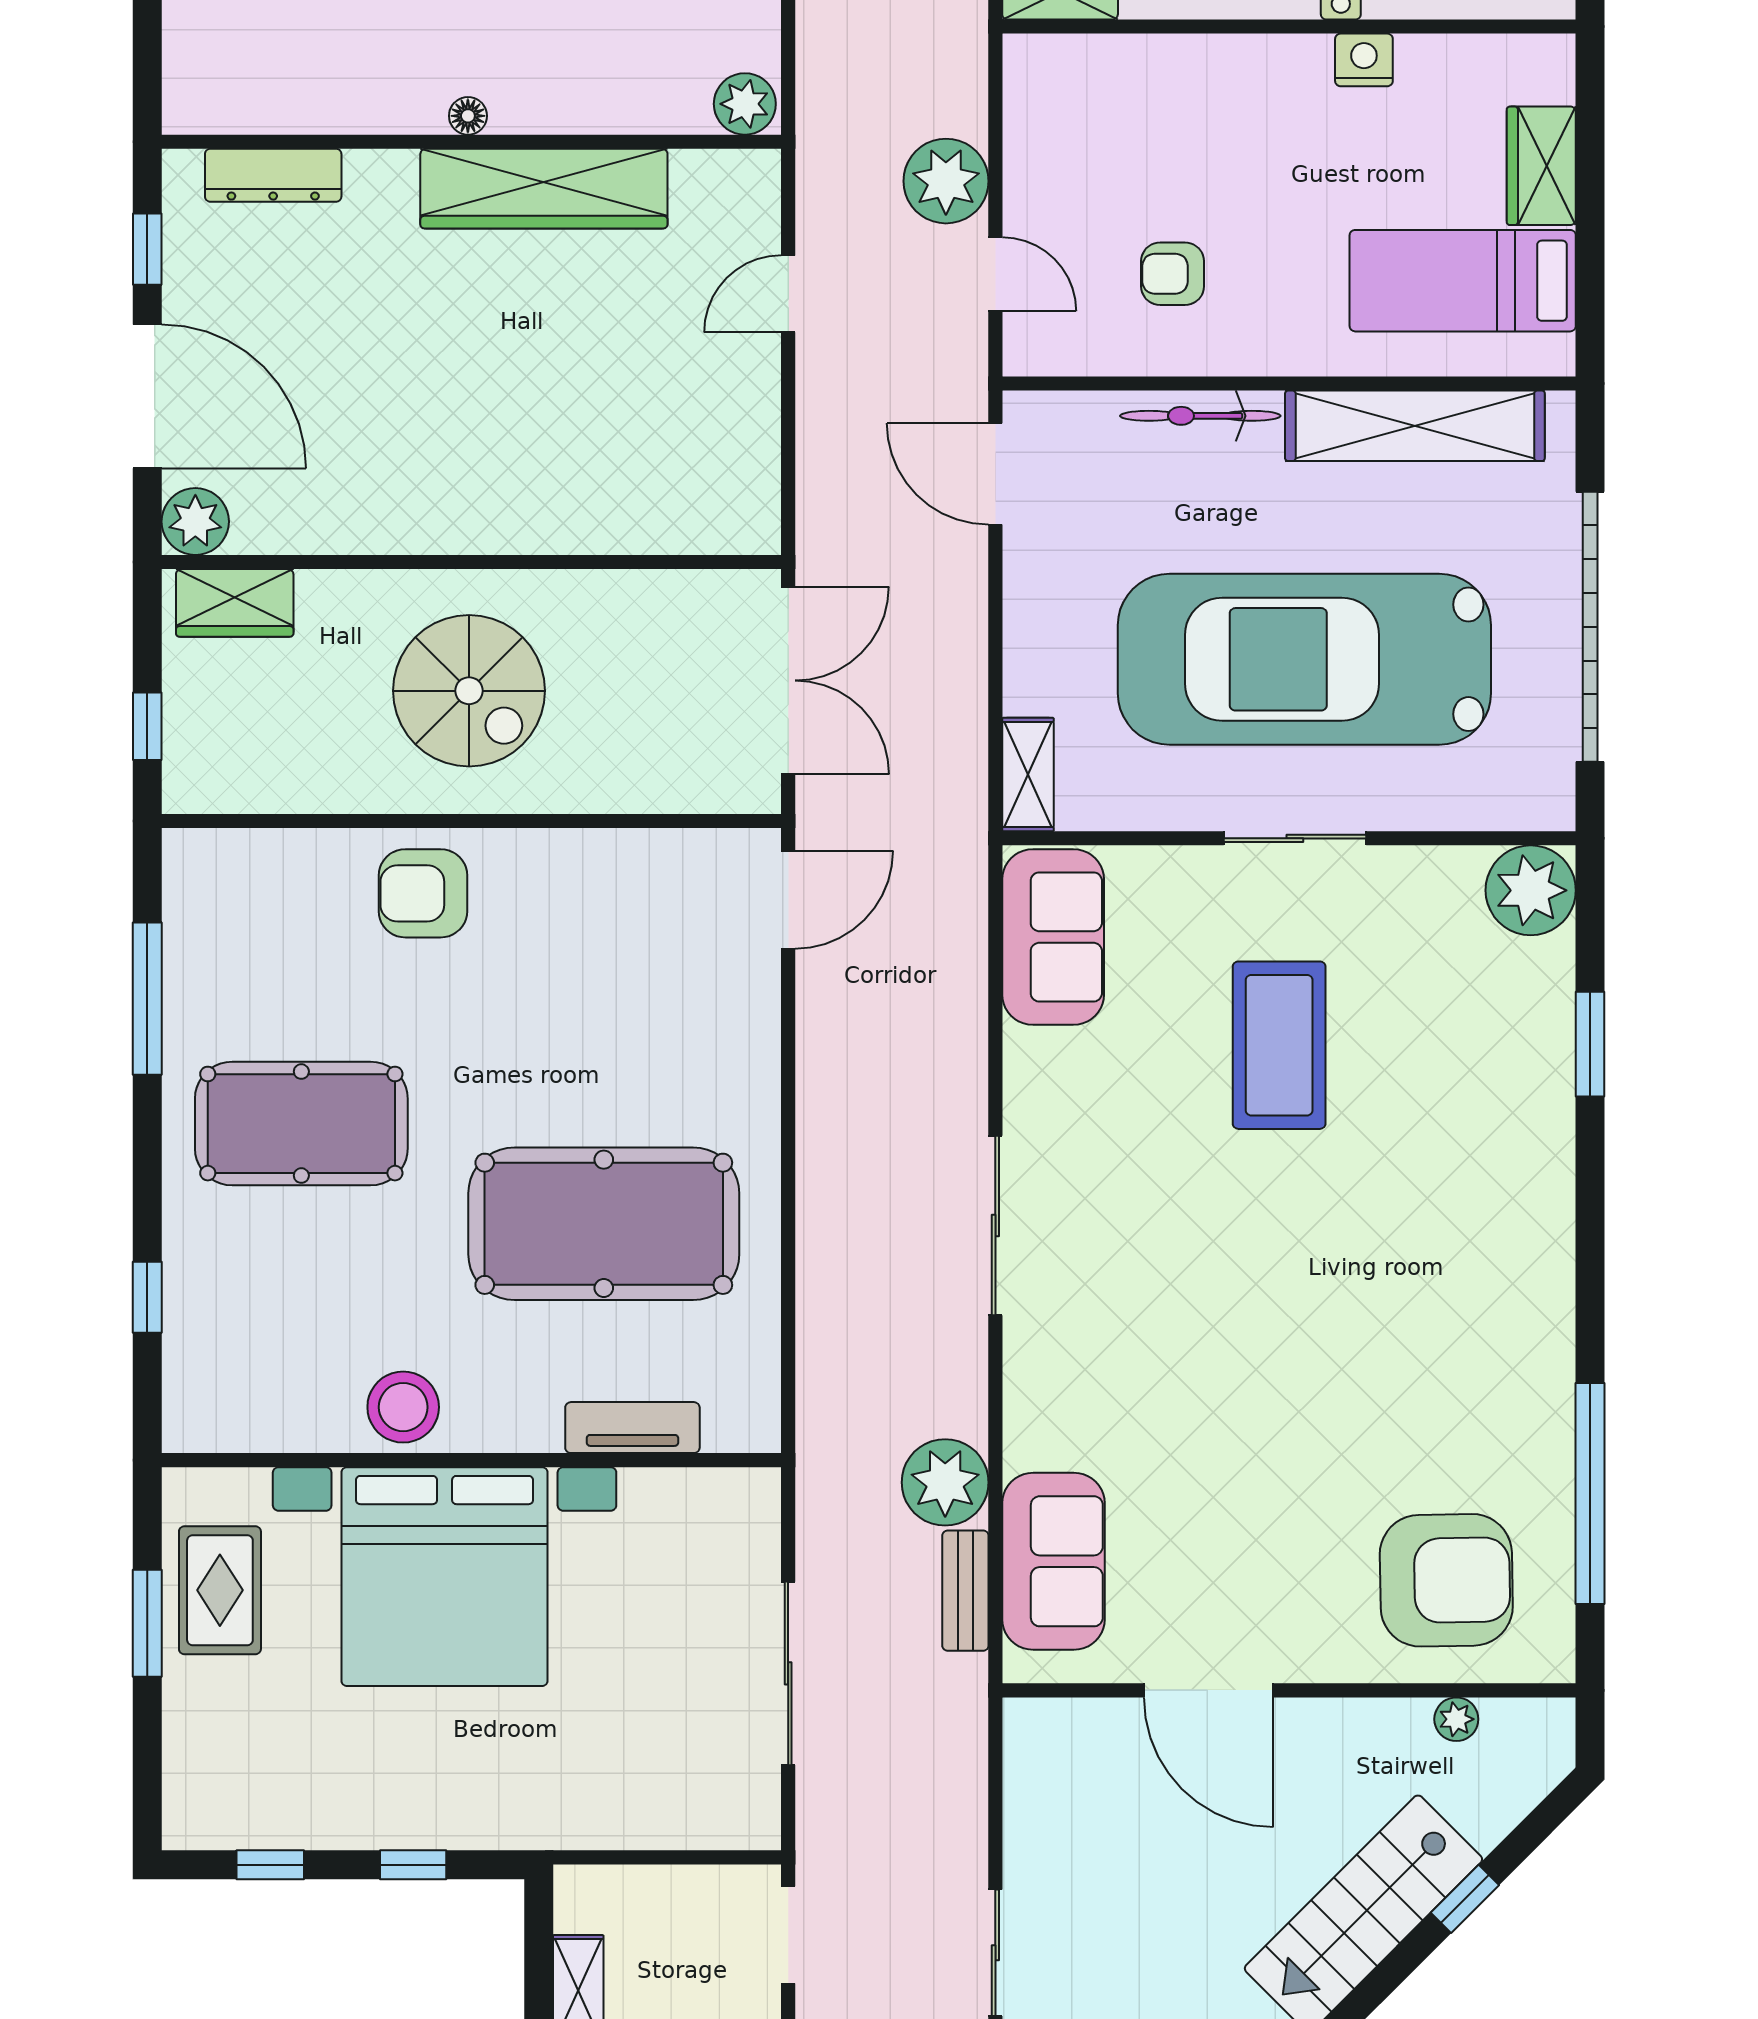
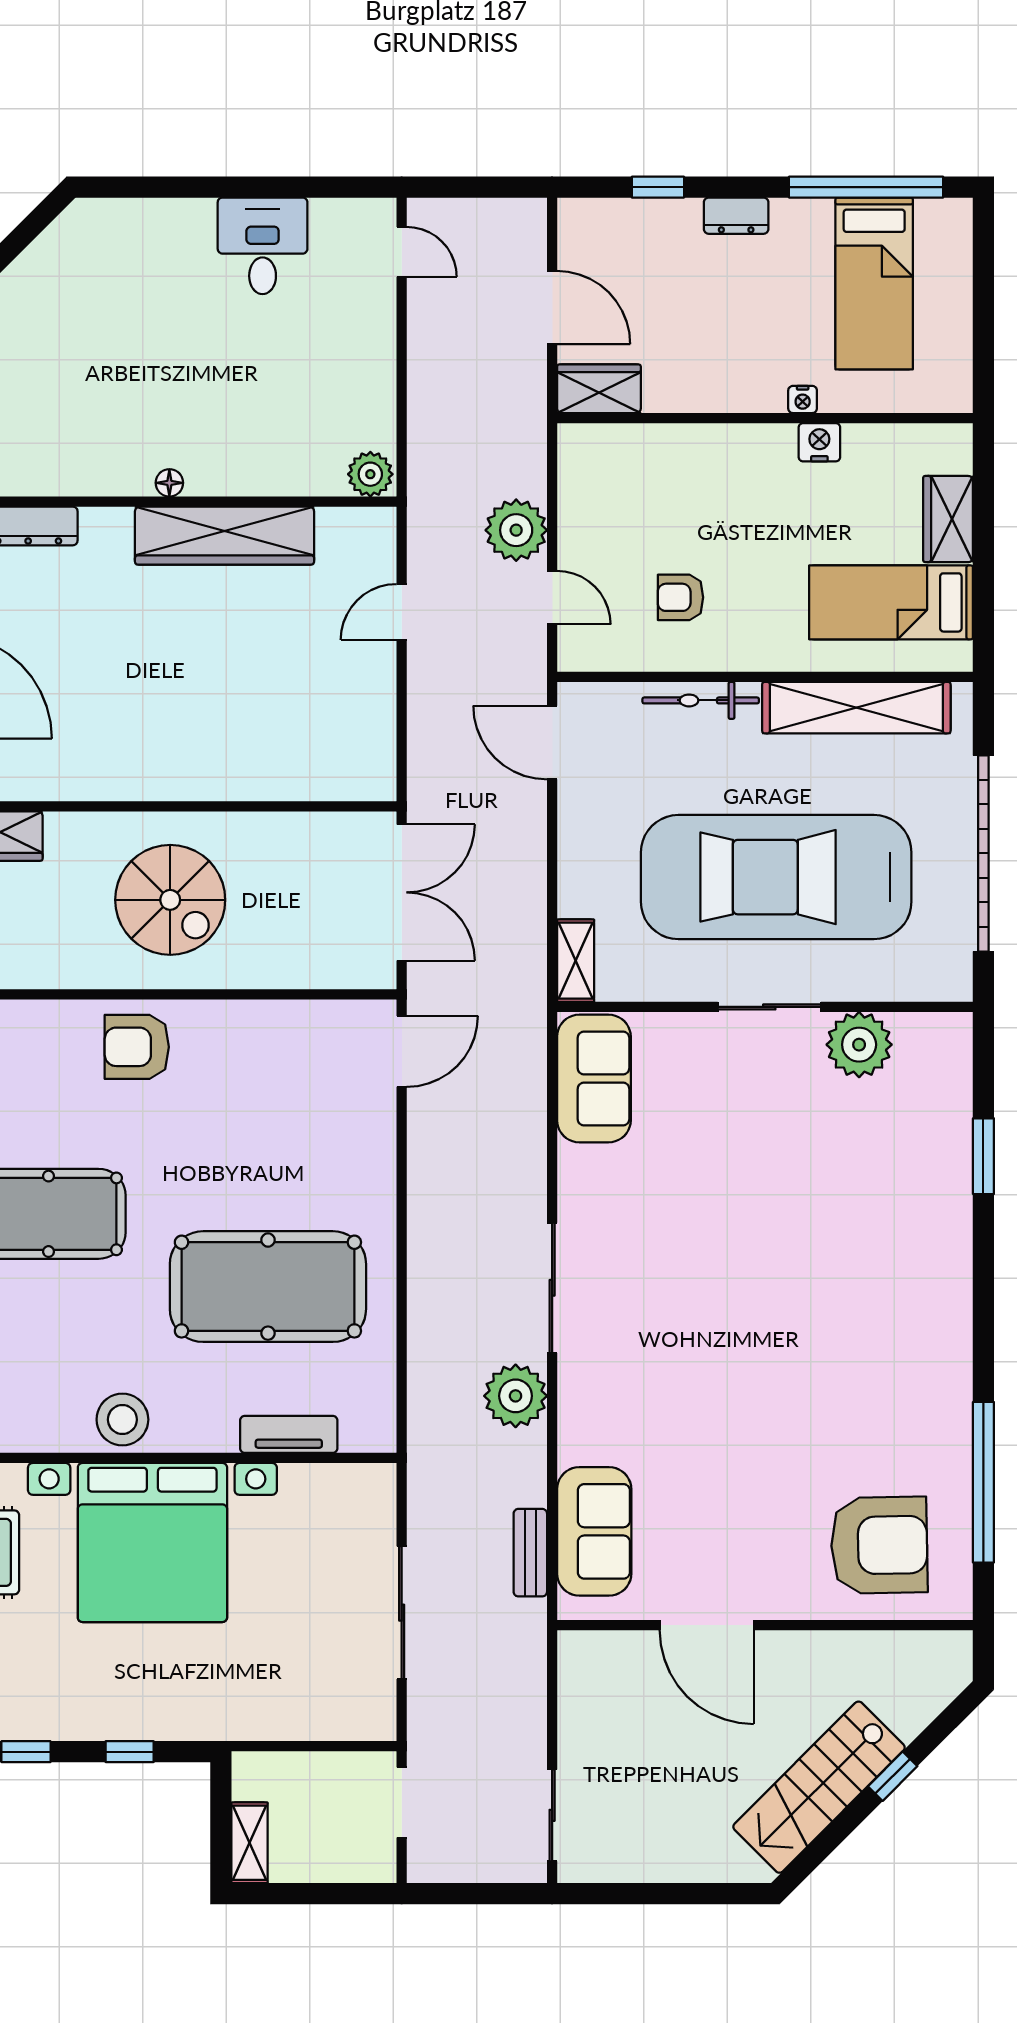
plant: (1531, 890) -> (859, 1045), moved
coffee table: (1279, 1045) -> (758, 1157), removed
plant: (945, 1482) -> (516, 1396), moved
plant: (1456, 1719) -> (886, 1646), removed

